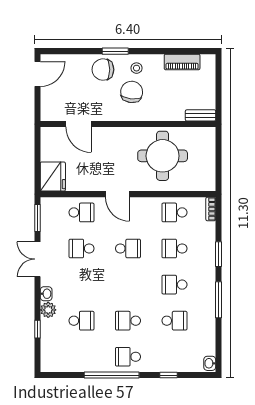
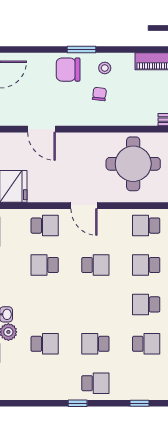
chair: (132, 92) -> (99, 94), width x0.54, depth x0.54
school desk: (128, 357) -> (95, 383), turned 180
window: (112, 375) -> (78, 403), width x0.32

